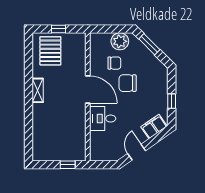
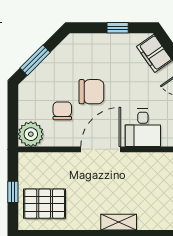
plant: (120, 41) -> (31, 134), moved
chair: (128, 83) -> (91, 92), turned -90
shelving: (38, 90) -> (119, 222), moved

